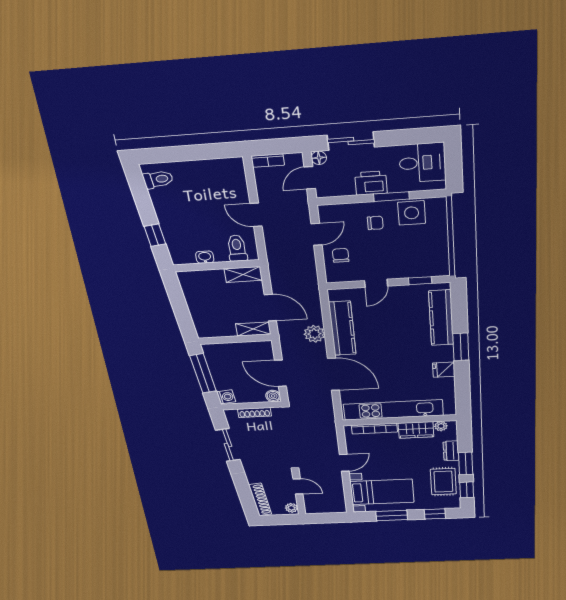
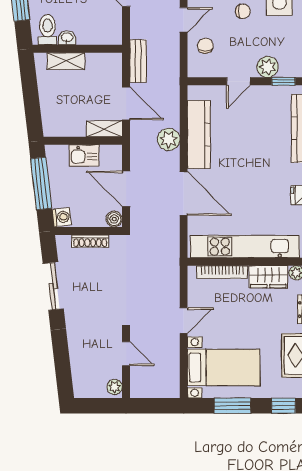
toilet: (237, 248) -> (47, 30), moved
plant: (404, 270) -> (268, 67), added
bench: (277, 272) -> (138, 61), added
shelving: (243, 274) -> (66, 61), moved
kitchen sink: (238, 350) -> (84, 155), added
shoe rack: (260, 499) -> (79, 372), removed

